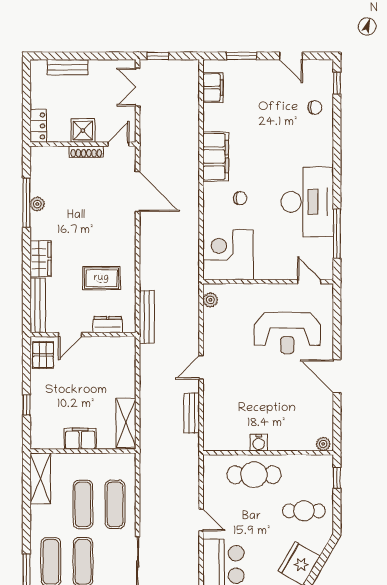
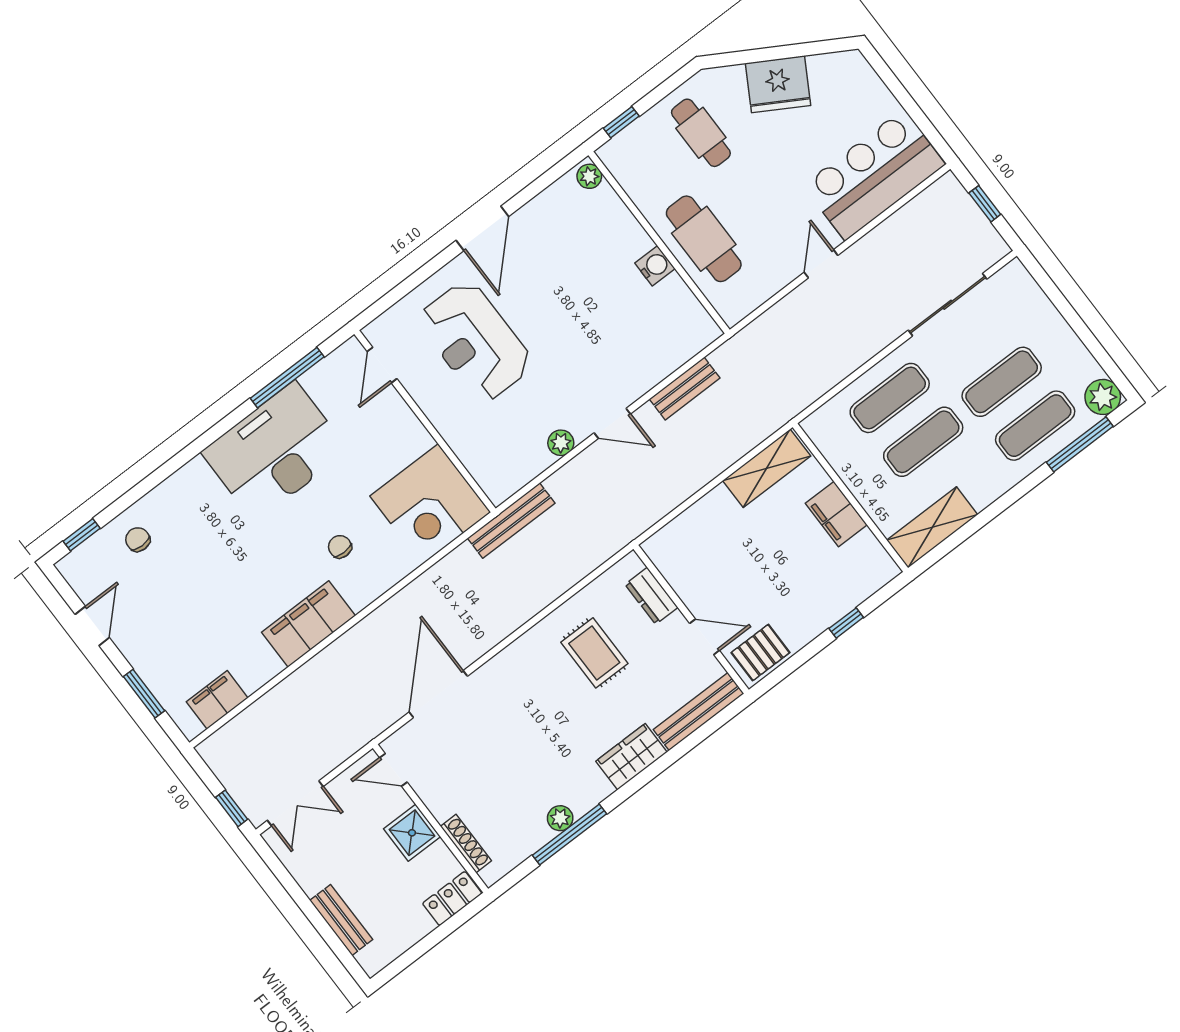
shoe rack: (86, 152) -> (466, 844), moved
plant: (210, 300) -> (561, 443), moved
bench: (147, 317) -> (511, 521), moved
reception desk: (287, 333) -> (475, 341), turned 180

